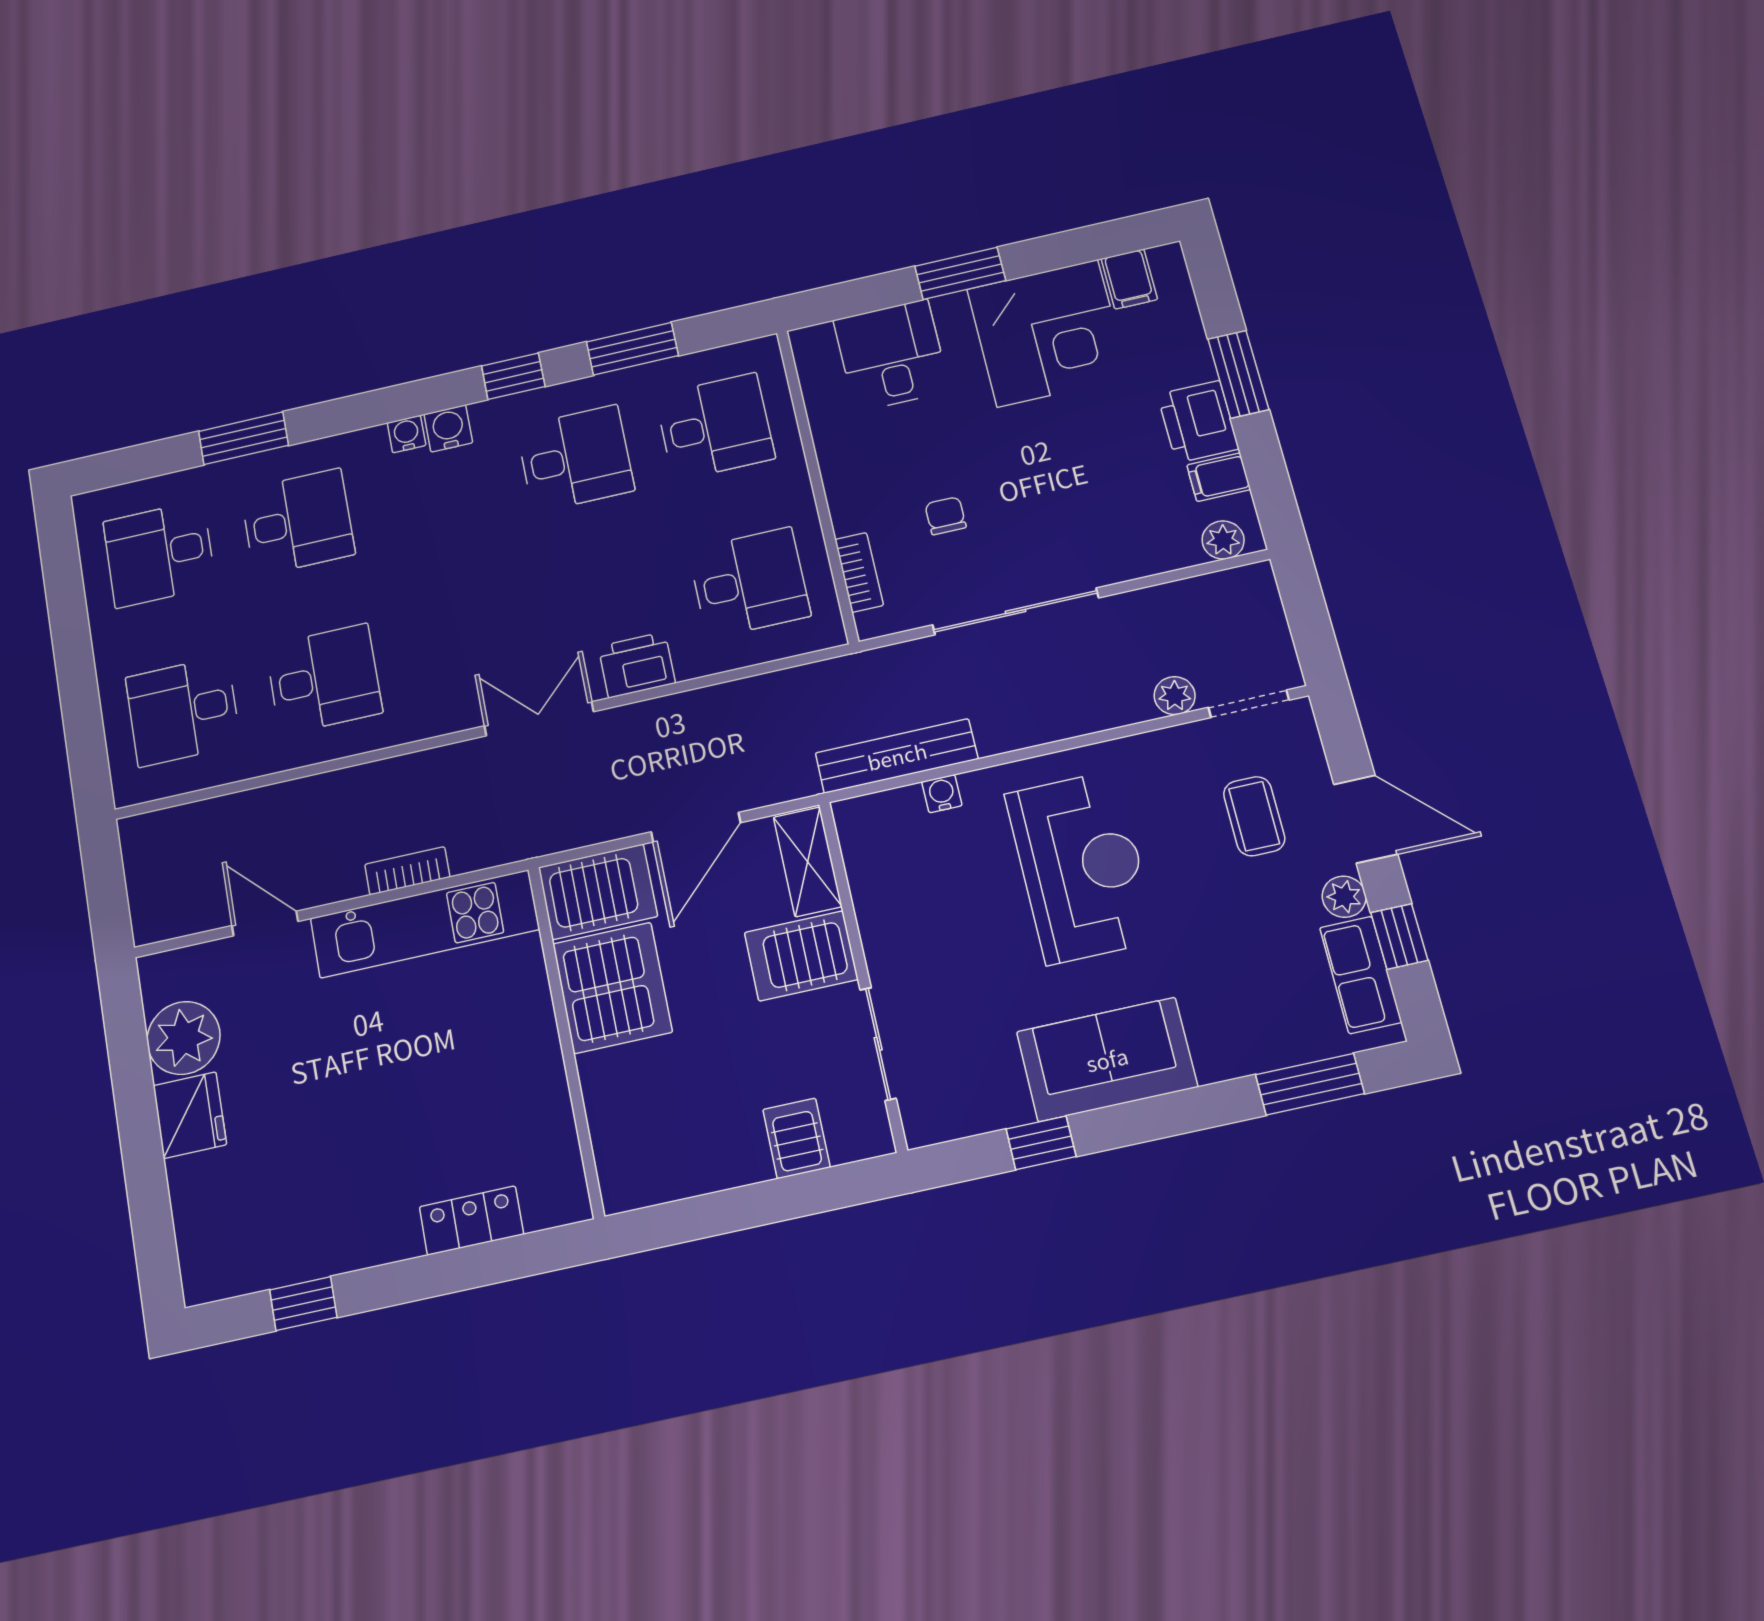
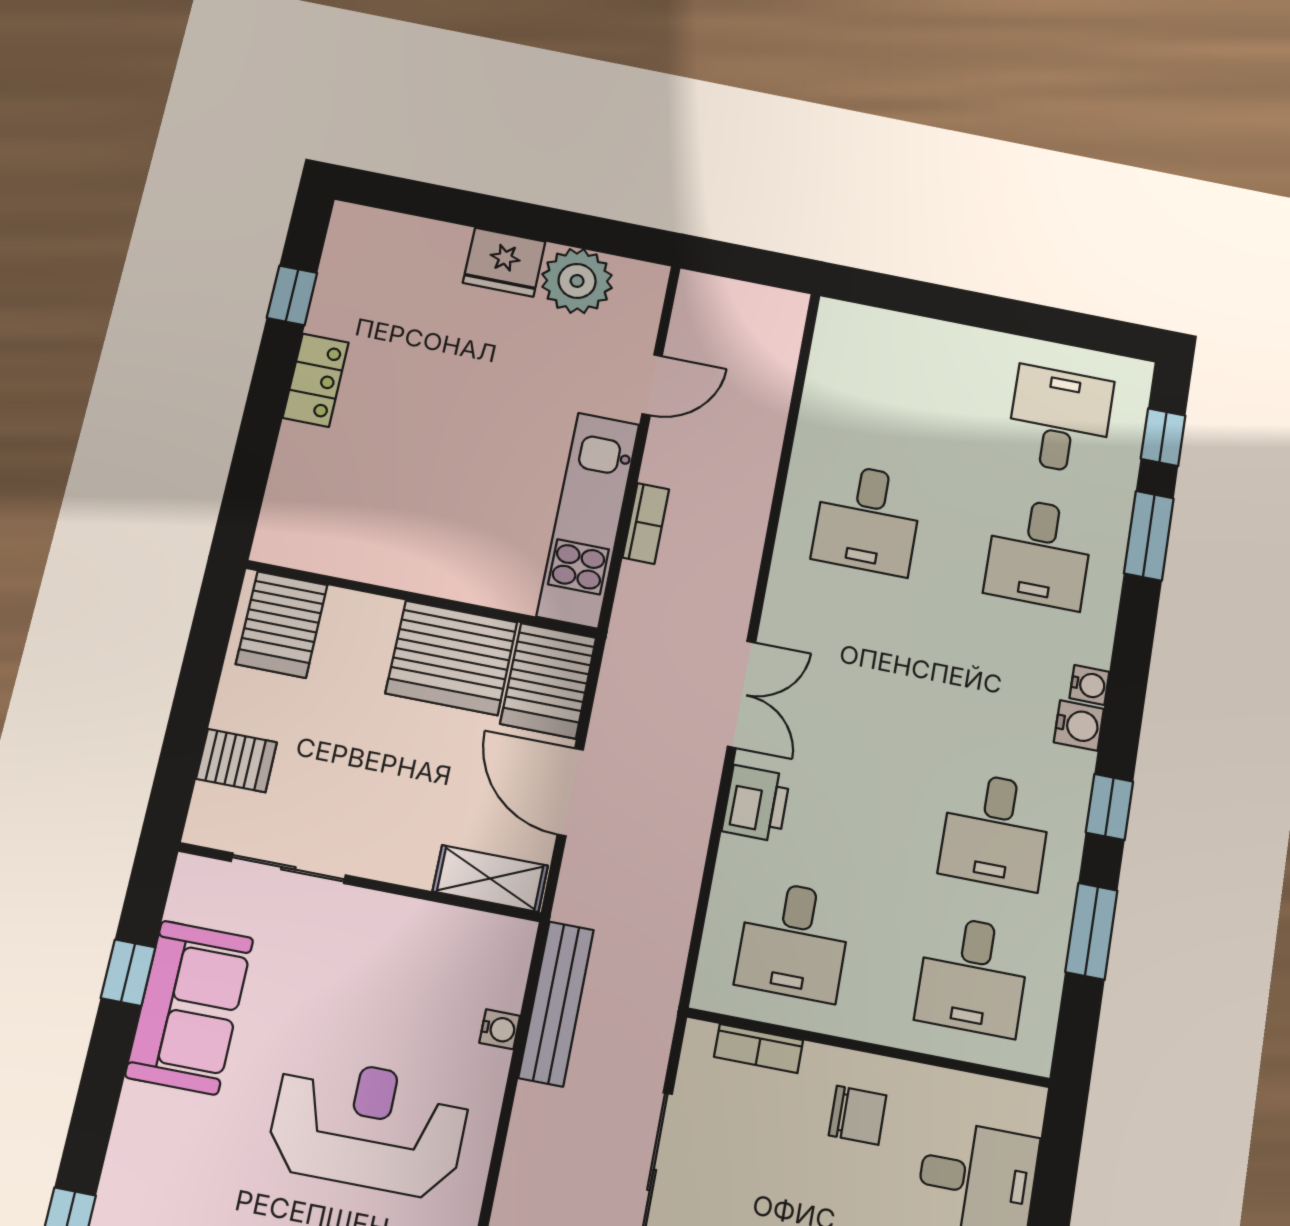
window: (142, 462) -> (1163, 437), added
chair: (945, 516) -> (858, 1115), moved, width x1.37, depth x1.37
desk: (183, 711) -> (891, 387), removed
reception desk: (1081, 867) -> (368, 1126), turned 180
server rack: (801, 956) -> (282, 624), moved, turned 180
sofa: (1107, 1059) -> (189, 1007), moved
locker: (471, 1221) -> (316, 380), moved

